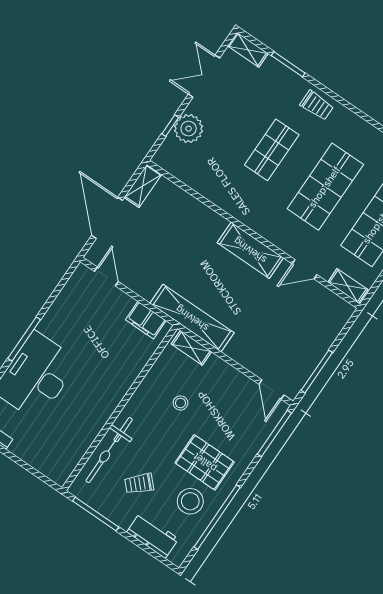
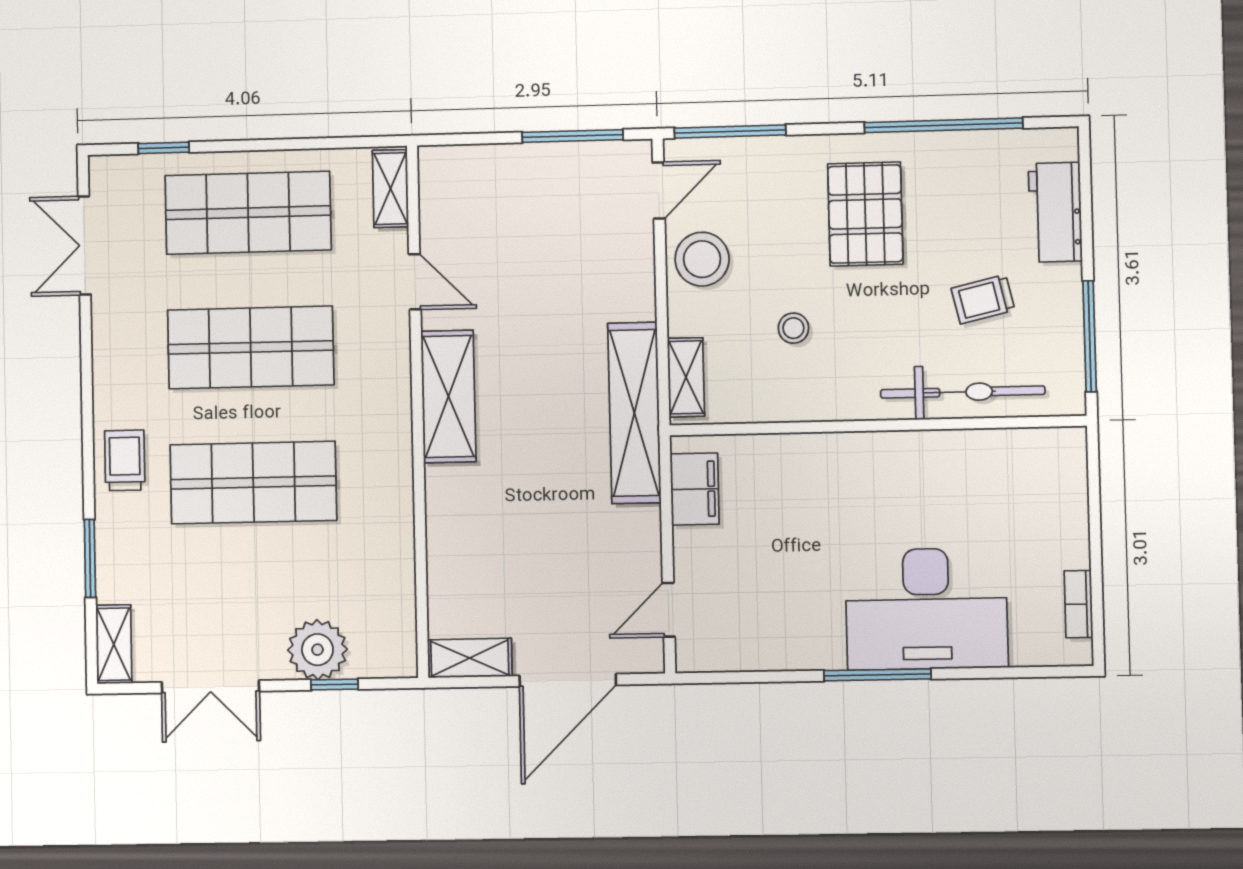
shop shelf: (272, 150) -> (253, 482), width x1.43, depth x1.36
trolley: (139, 484) -> (983, 299), turned 121
stool: (190, 501) -> (702, 259), moved

